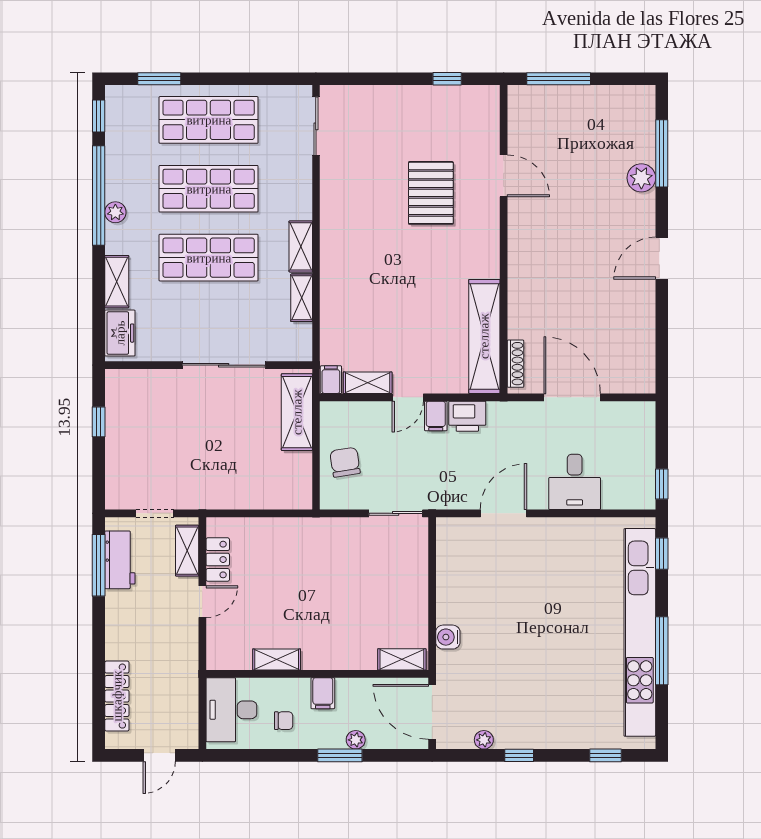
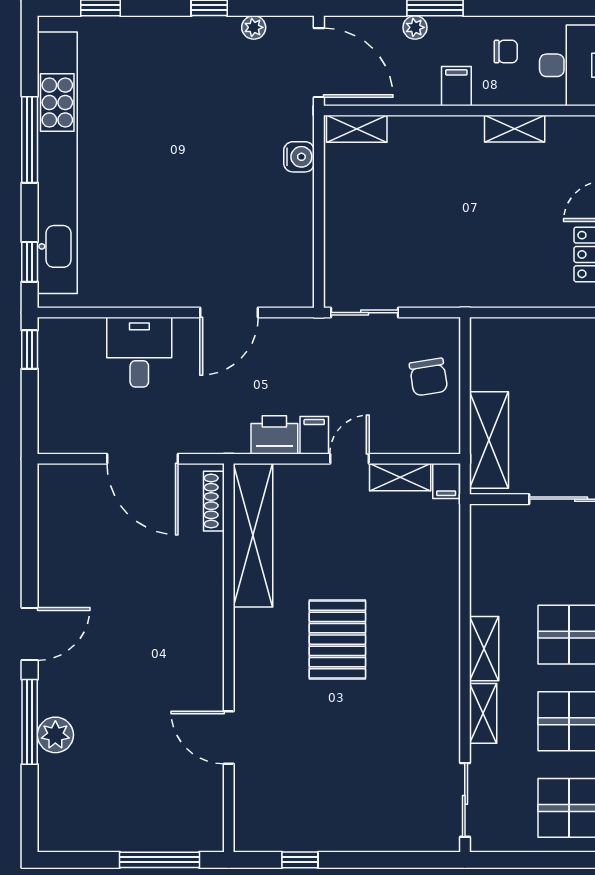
window: (662, 153) -> (30, 722), moved
pallet: (431, 193) -> (337, 640), moved
shelving: (302, 298) -> (483, 713), moved
chair: (284, 721) -> (506, 52), turned 180

